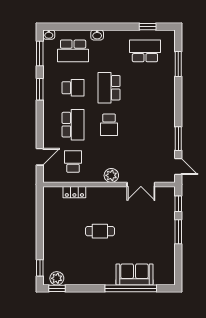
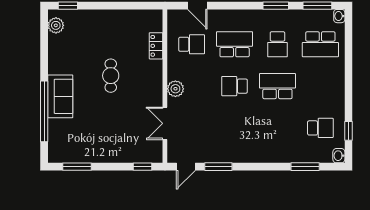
washbasin: (97, 35) -> (339, 156), moved
school desk: (73, 51) -> (320, 44), turned -90
school desk: (145, 51) -> (320, 128), width x0.54
school desk: (73, 125) -> (235, 44), turned 180
window: (178, 232) -> (77, 167), moved
sofa: (134, 274) -> (60, 96), moved
window: (57, 288) -> (44, 26), removed

